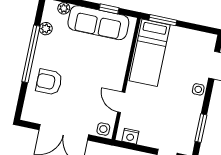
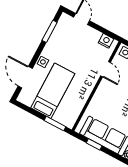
bed: (150, 53) -> (53, 91), moved

